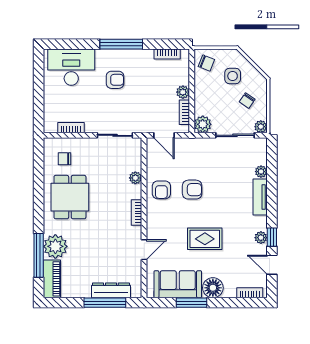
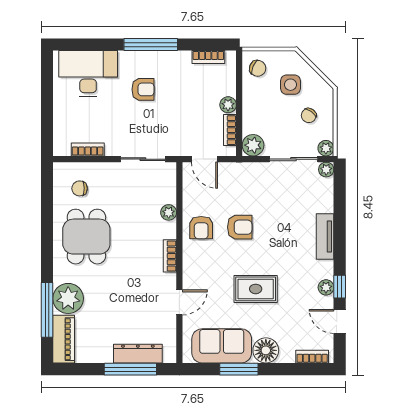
plant: (261, 172) -> (326, 170), moved

